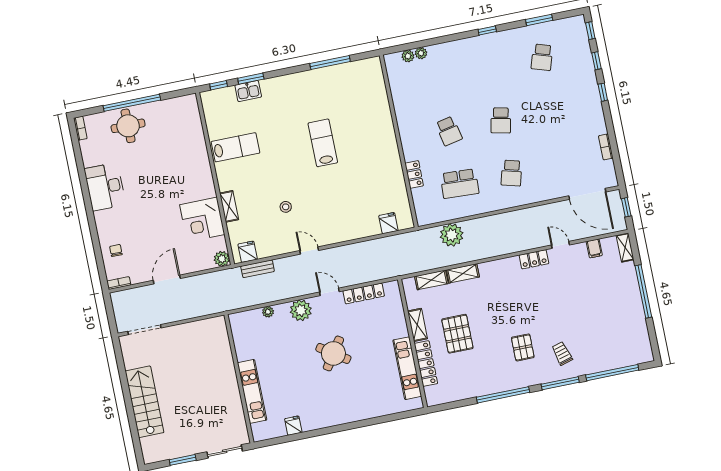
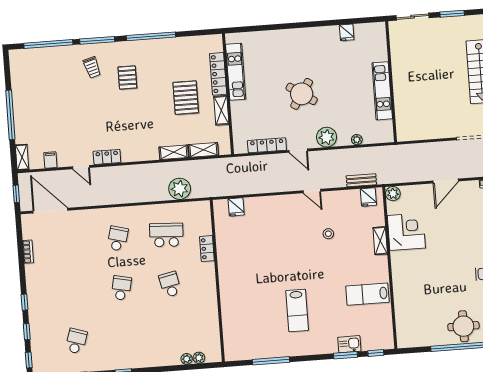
lab bench: (323, 143) -> (297, 310), moved
kitchen unit: (252, 391) -> (382, 91), moved

